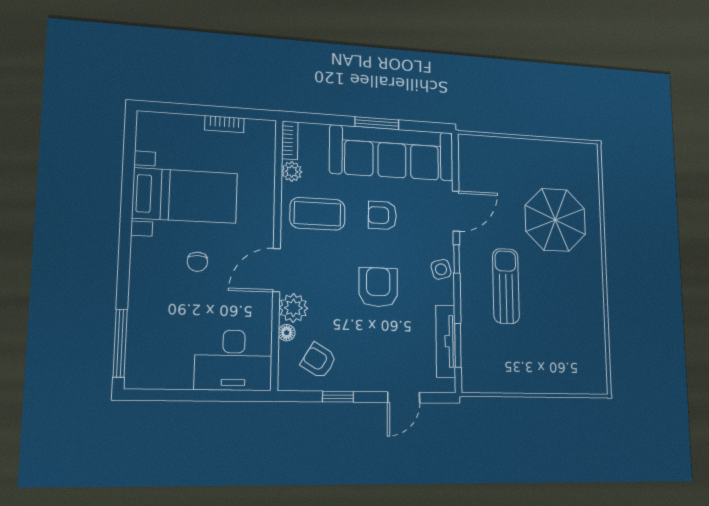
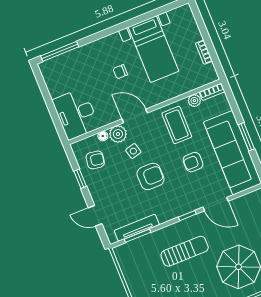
armchair: (382, 215) -> (193, 162), turned -90
side table: (441, 269) -> (133, 151), moved
armchair: (319, 361) -> (95, 160), turned 68

